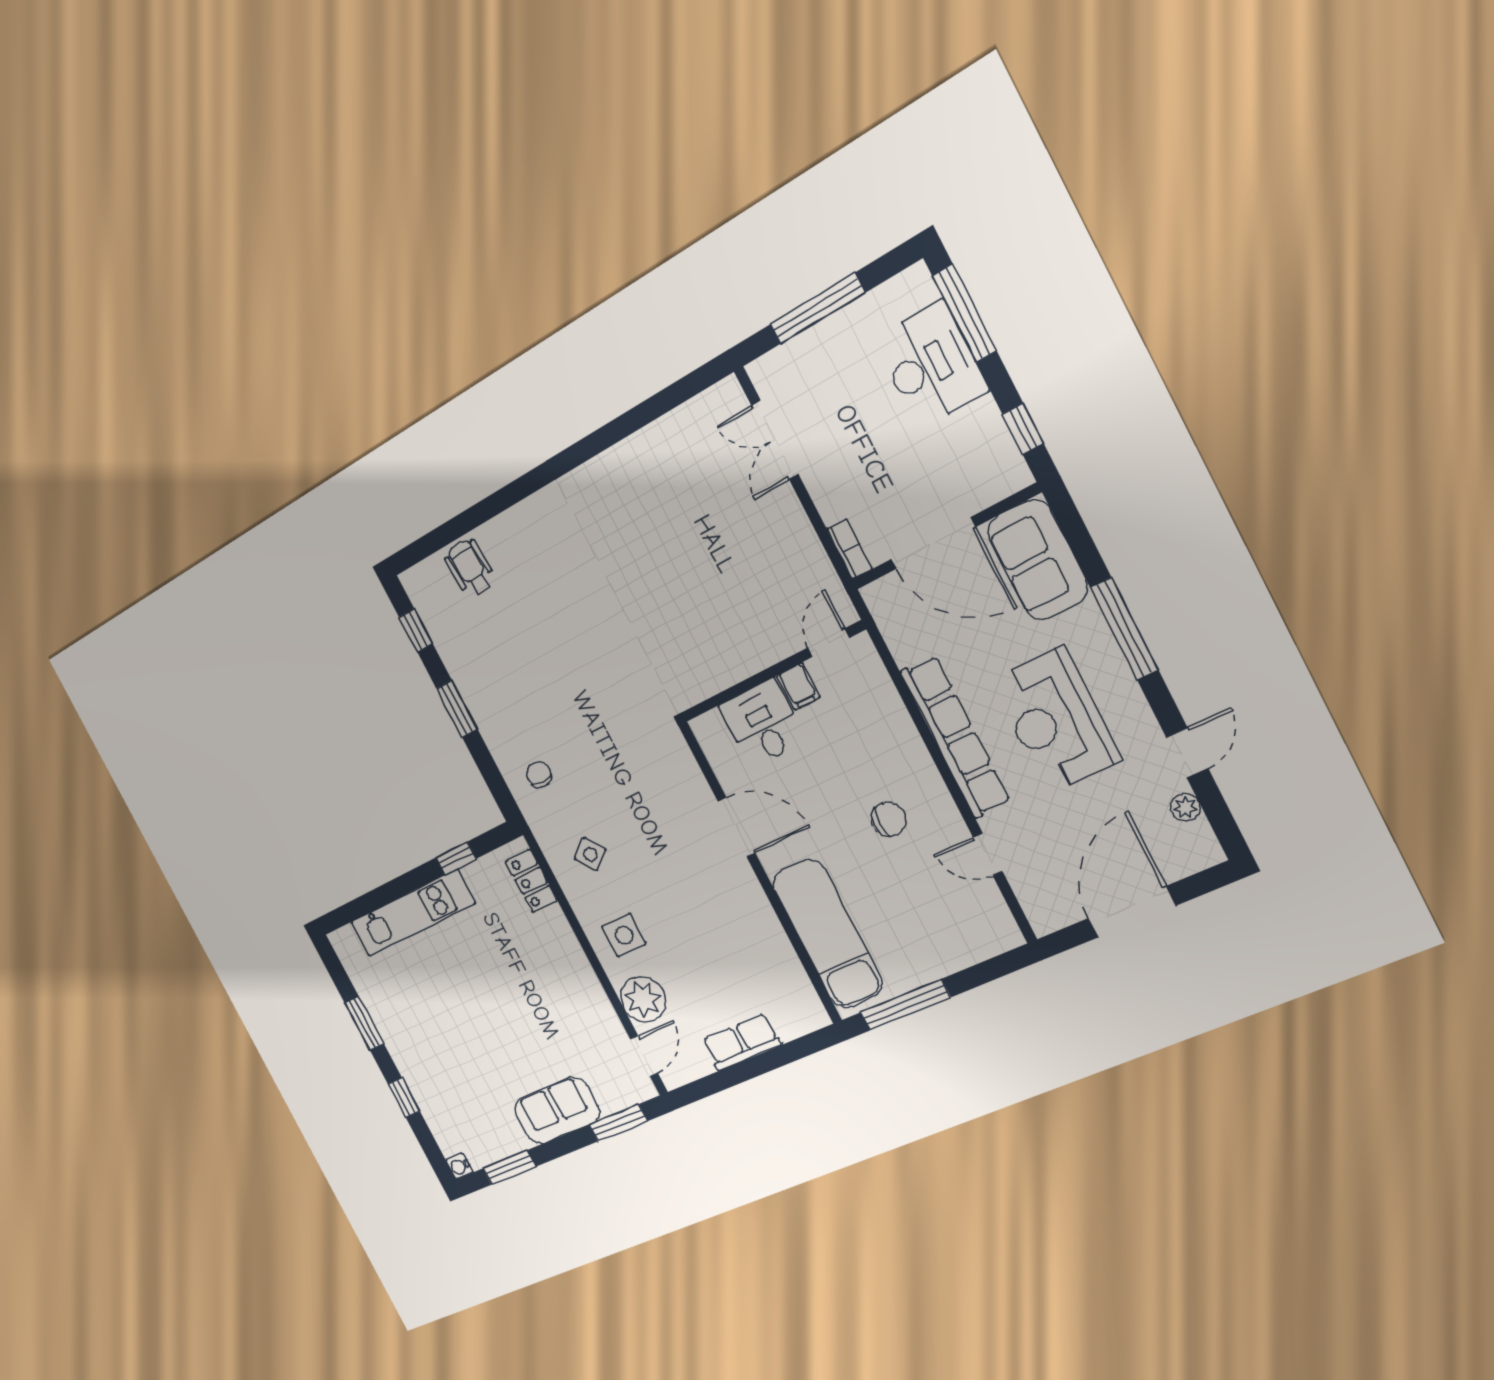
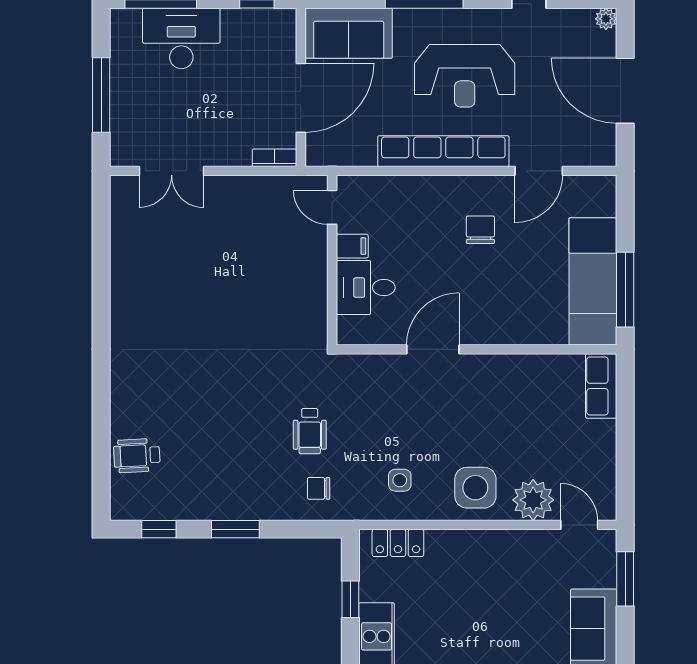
wheelchair: (588, 737) -> (310, 431), added
plant: (1185, 807) -> (606, 19), moved
side table: (590, 854) -> (400, 480), turned 37
door: (988, 854) -> (539, 171), width x1.38
exam couch: (828, 934) -> (593, 281), moved, turned -90
side table: (624, 935) -> (475, 488), width x1.37, depth x1.37
row of seats: (742, 1042) -> (601, 386), moved

